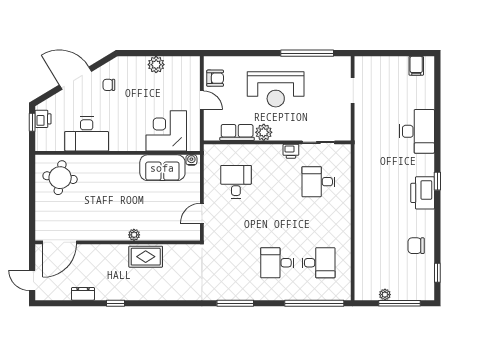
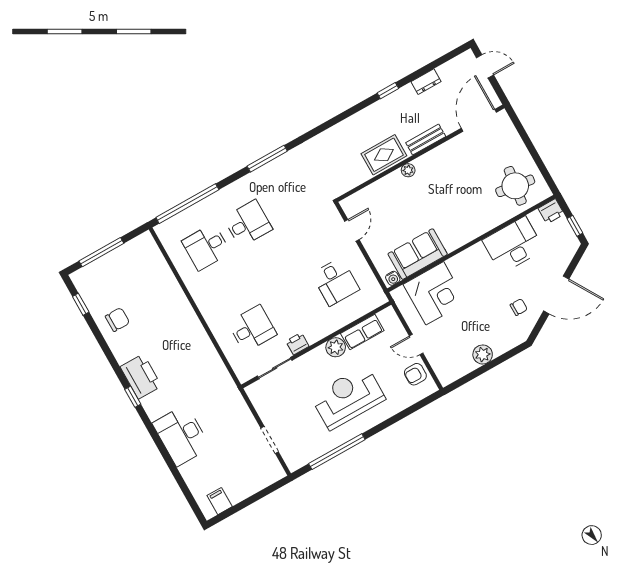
printer: (43, 119) -> (551, 211), moved, turned -90
bench: (108, 250) -> (426, 140), added
plant: (385, 295) -> (121, 253), removed

